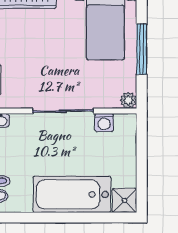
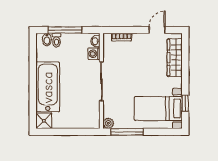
window: (142, 49) -> (127, 132), moved
washing machine: (104, 122) -> (94, 54), moved

